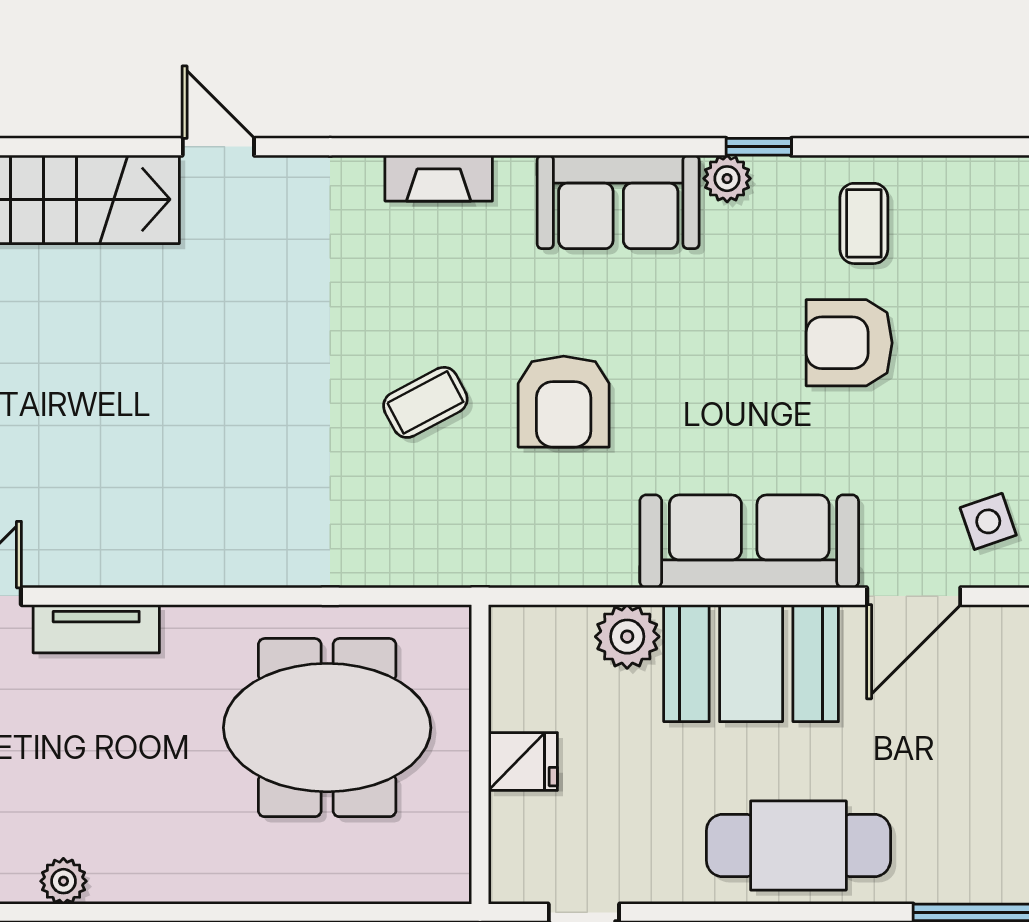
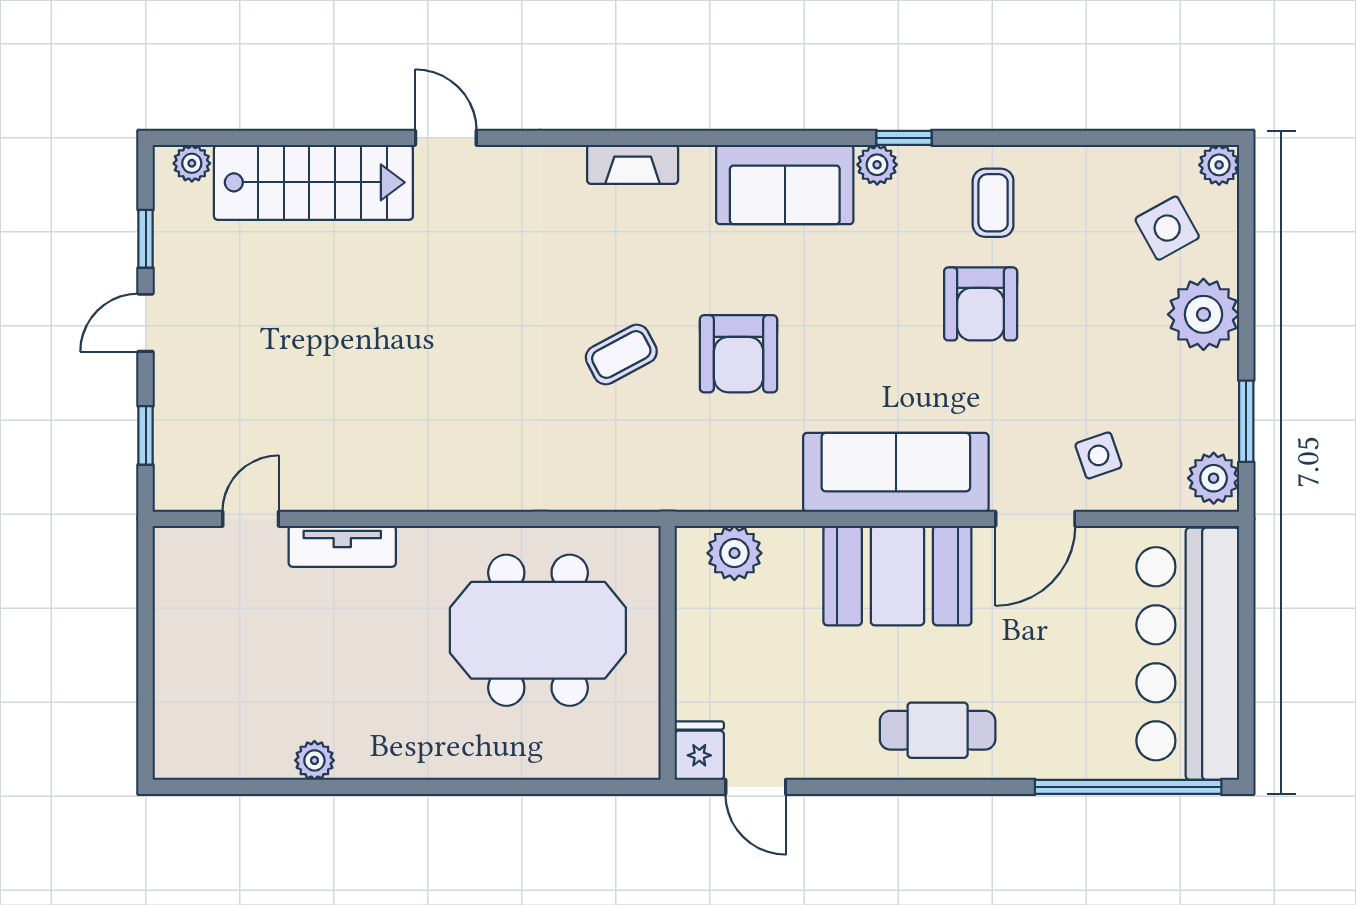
armchair: (849, 343) -> (981, 304), turned -90
plant: (627, 637) -> (734, 553), moved
fridge: (523, 762) -> (699, 751), moved, turned -90
cafe table: (798, 846) -> (938, 730), width x0.73, depth x0.74

